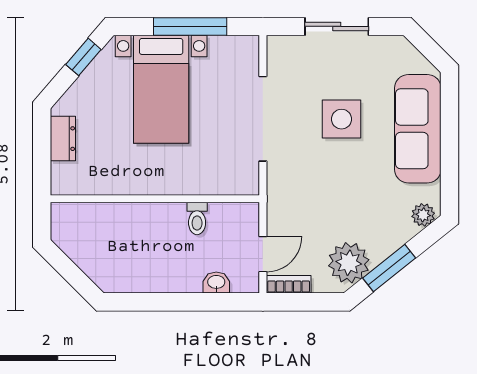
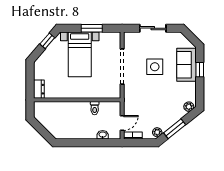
window: (190, 26) -> (92, 28), width x0.69
window: (450, 126) -> (200, 70), added
sofa: (418, 129) -> (187, 65), width x0.73
dresser: (63, 139) -> (39, 89), moved
plant: (349, 263) -> (157, 132), width x0.53, depth x0.53

